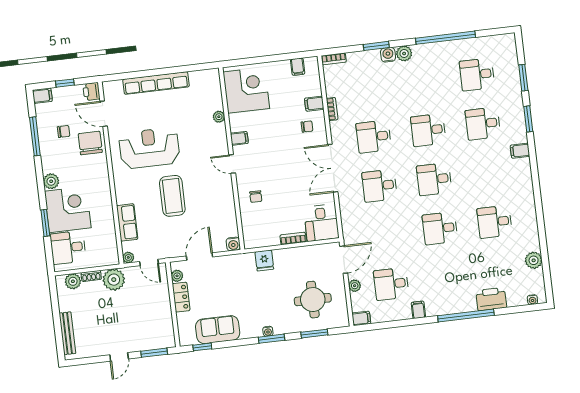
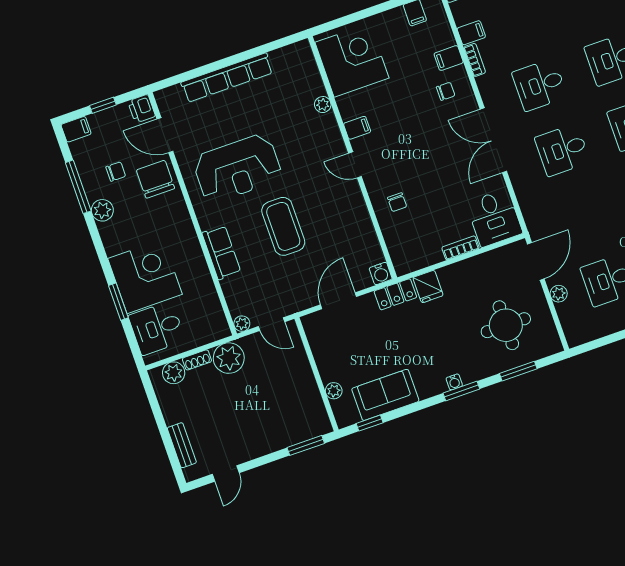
reception desk: (149, 148) -> (237, 168), turned 180
plant: (51, 181) -> (102, 210), moved
row of seats: (127, 222) -> (221, 252), moved
plant: (177, 276) -> (334, 391), moved
locker: (181, 297) -> (395, 294), moved, turned 90
filing cabinet: (361, 318) -> (471, 33), moved
bench: (67, 333) -> (182, 445), width x0.73
door: (119, 357) -> (226, 474), moved

